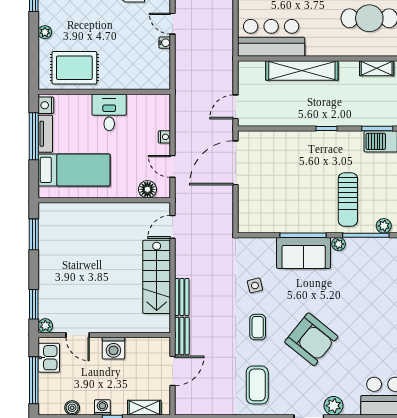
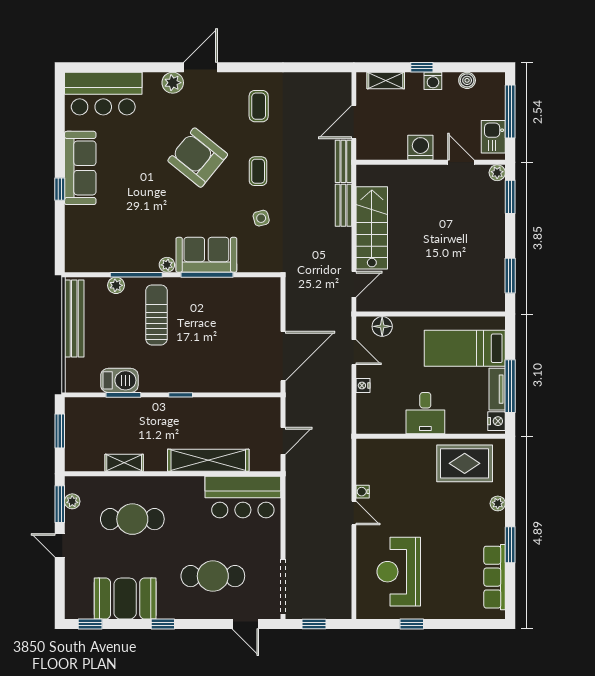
door: (236, 107) -> (283, 441), moved
coffee table: (257, 385) -> (259, 106), width x0.73, depth x0.77

